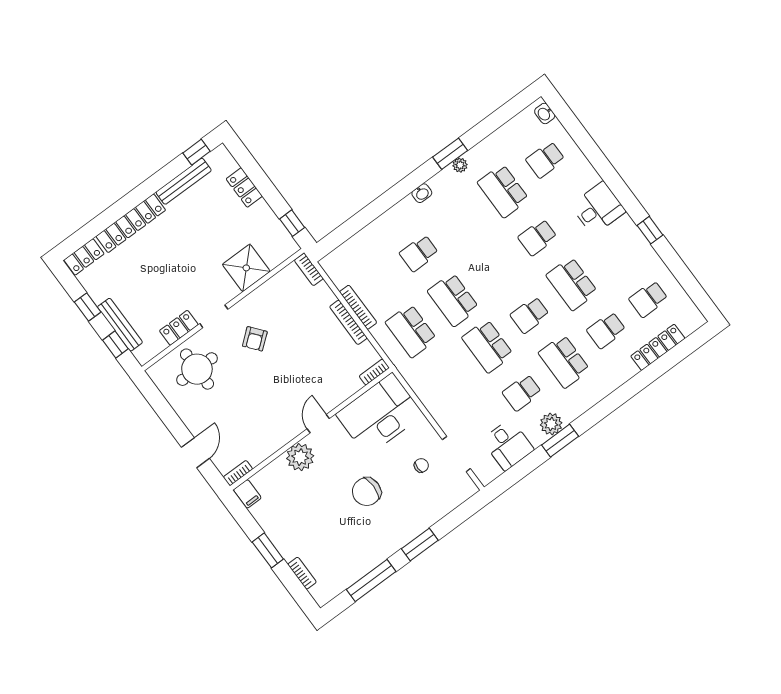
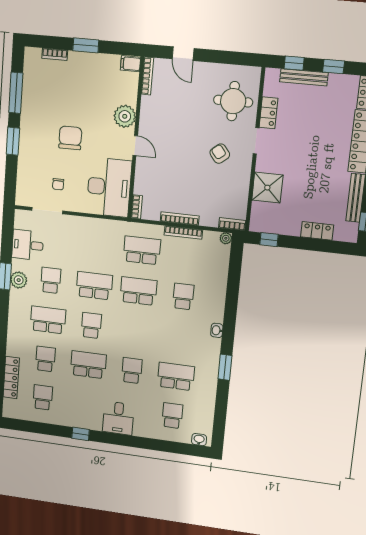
plant: (460, 165) -> (226, 238), moved
bookcase: (238, 473) -> (147, 76), width x1.56

